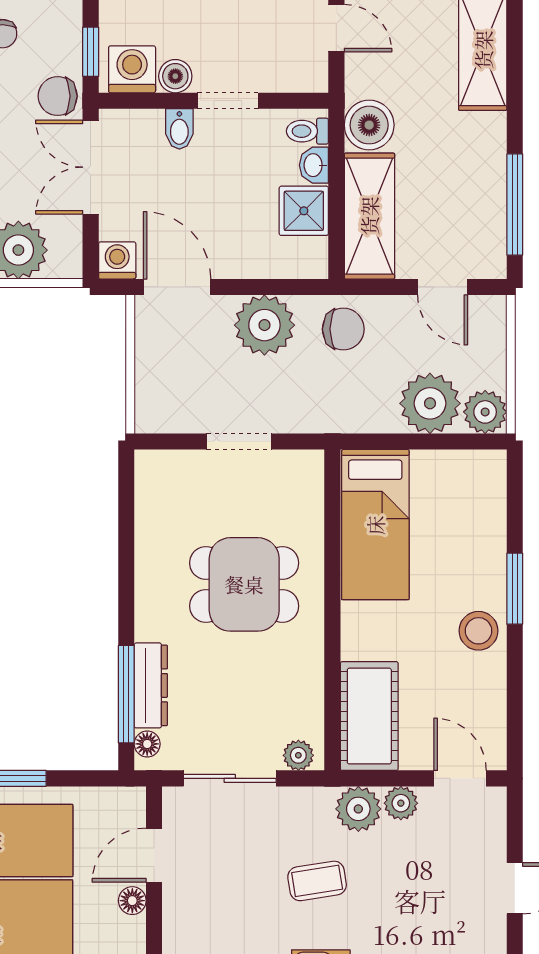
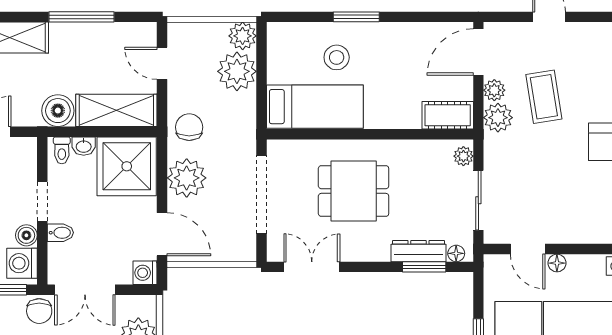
window: (515, 204) -> (81, 17), moved
shower: (304, 211) -> (127, 166), width x1.86, depth x1.86
door: (177, 287) -> (162, 234), swing flipped
door: (443, 287) -> (162, 63), swing flipped
doorway: (239, 442) -> (262, 194), width x1.87
double door: (126, 520) -> (312, 267), added
dining table: (244, 584) -> (354, 191), turned 90
stool: (479, 631) -> (337, 57), moved
window: (126, 694) -> (424, 267), width x0.69
cot: (369, 716) -> (448, 115), width x0.73, depth x0.75
door: (460, 778) -> (478, 52), width x1.38
coffee table: (317, 881) -> (544, 97), moved, width x1.36, depth x1.30

